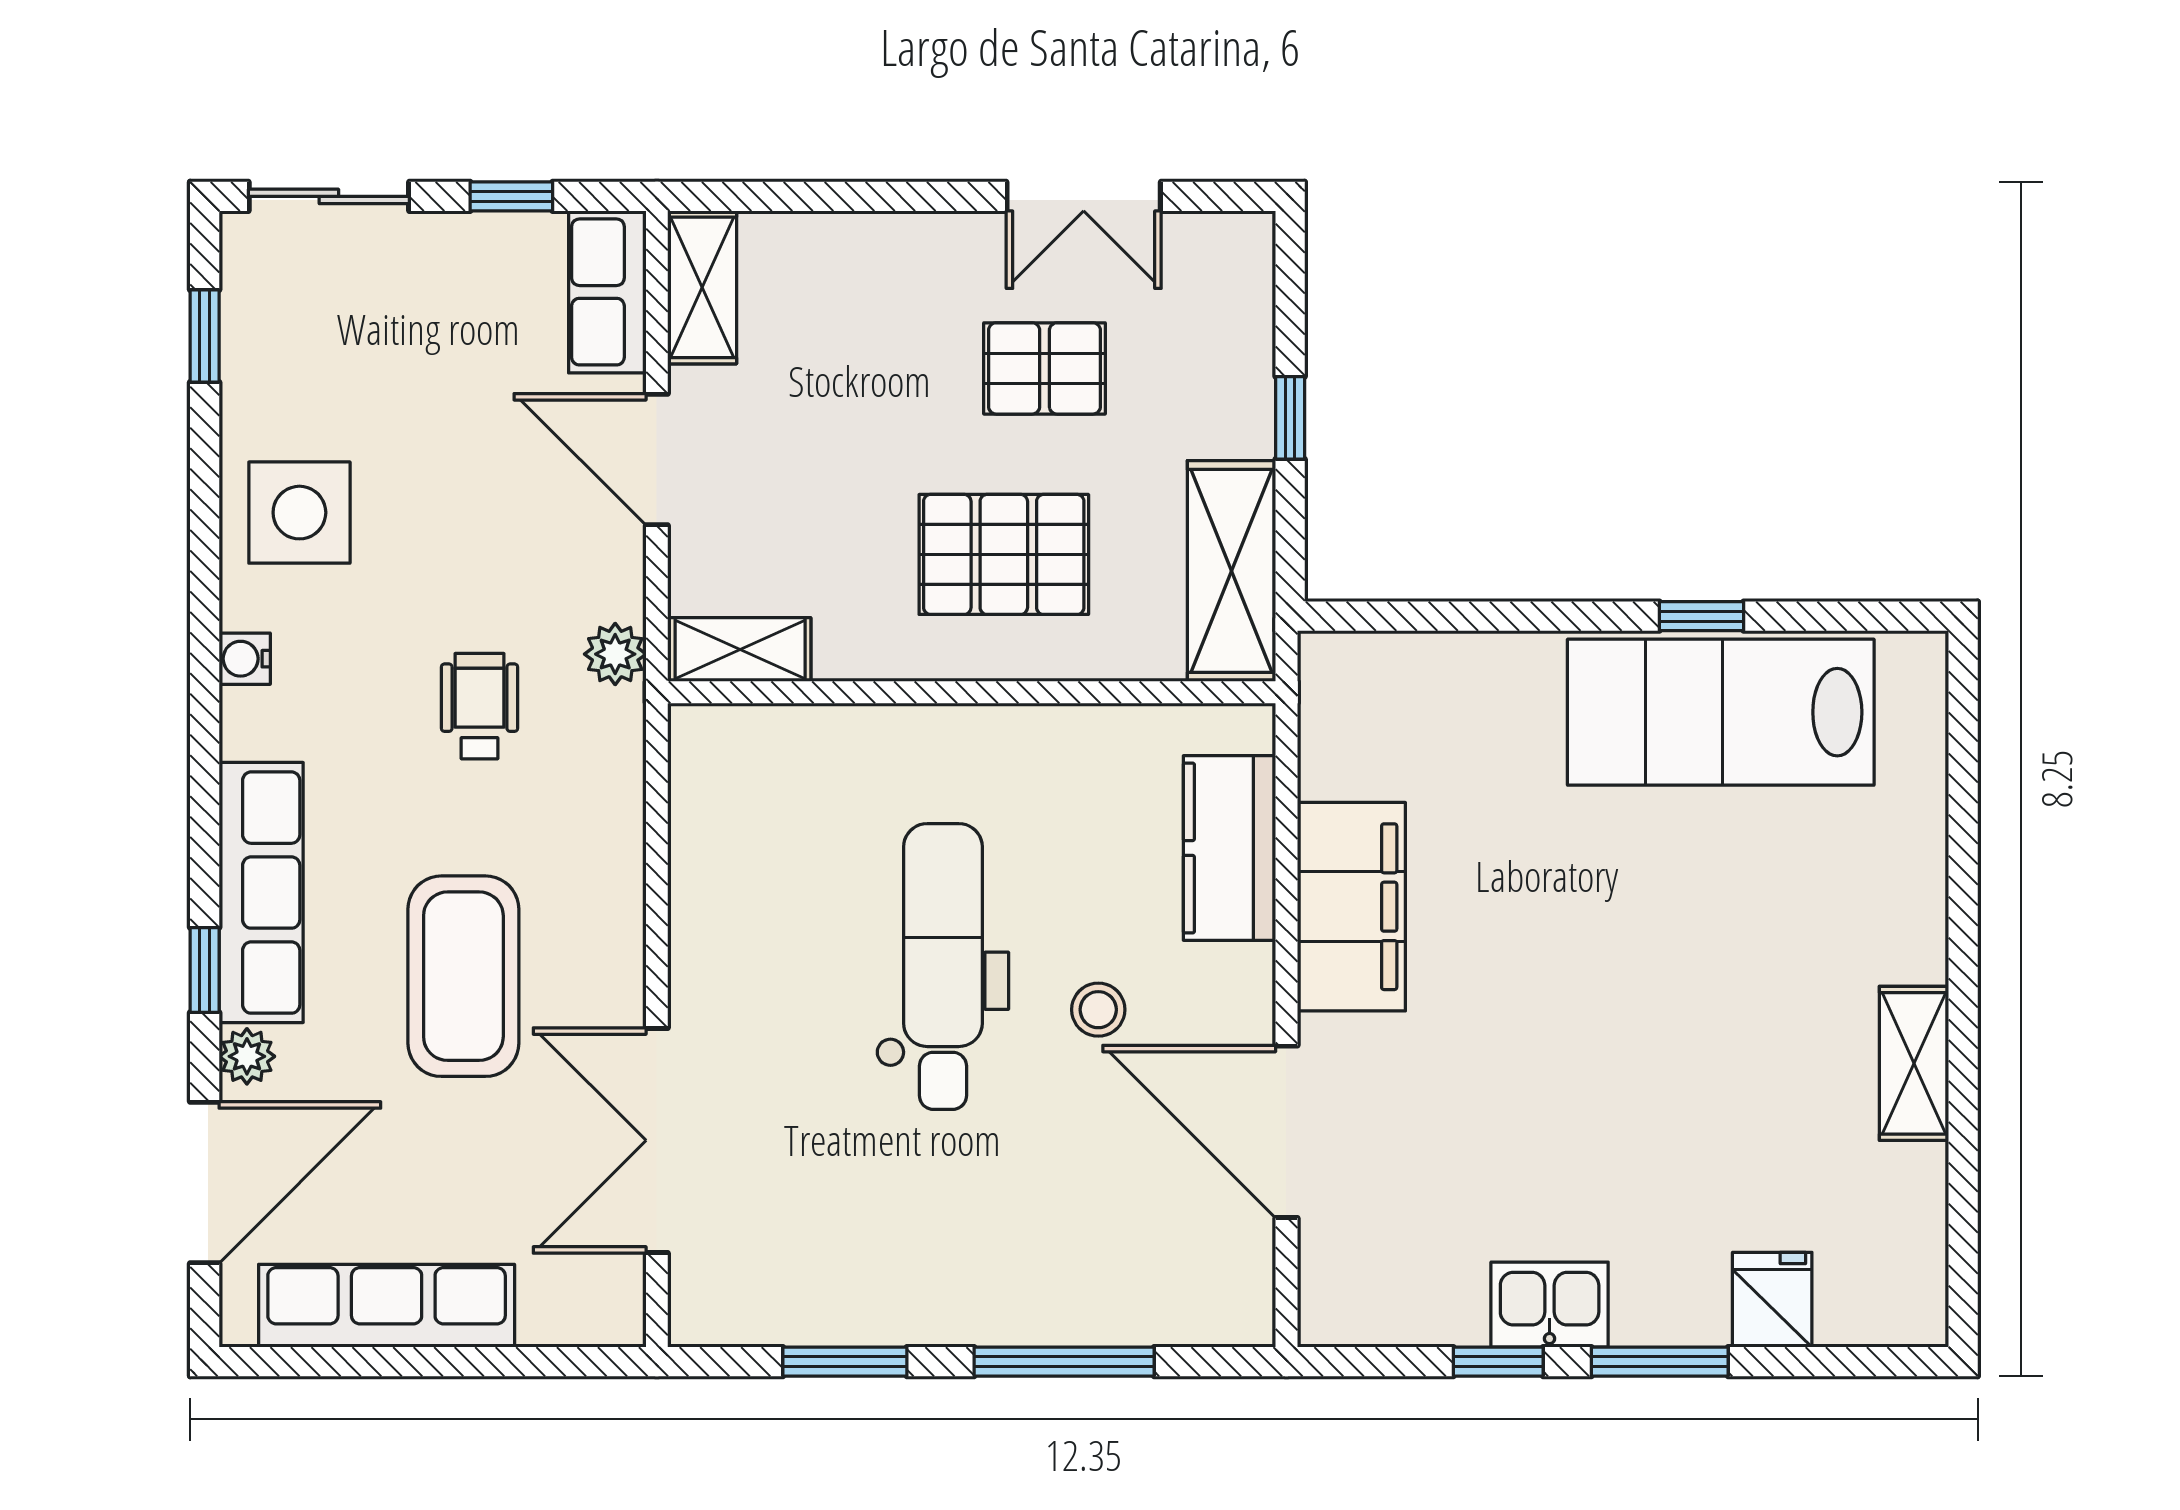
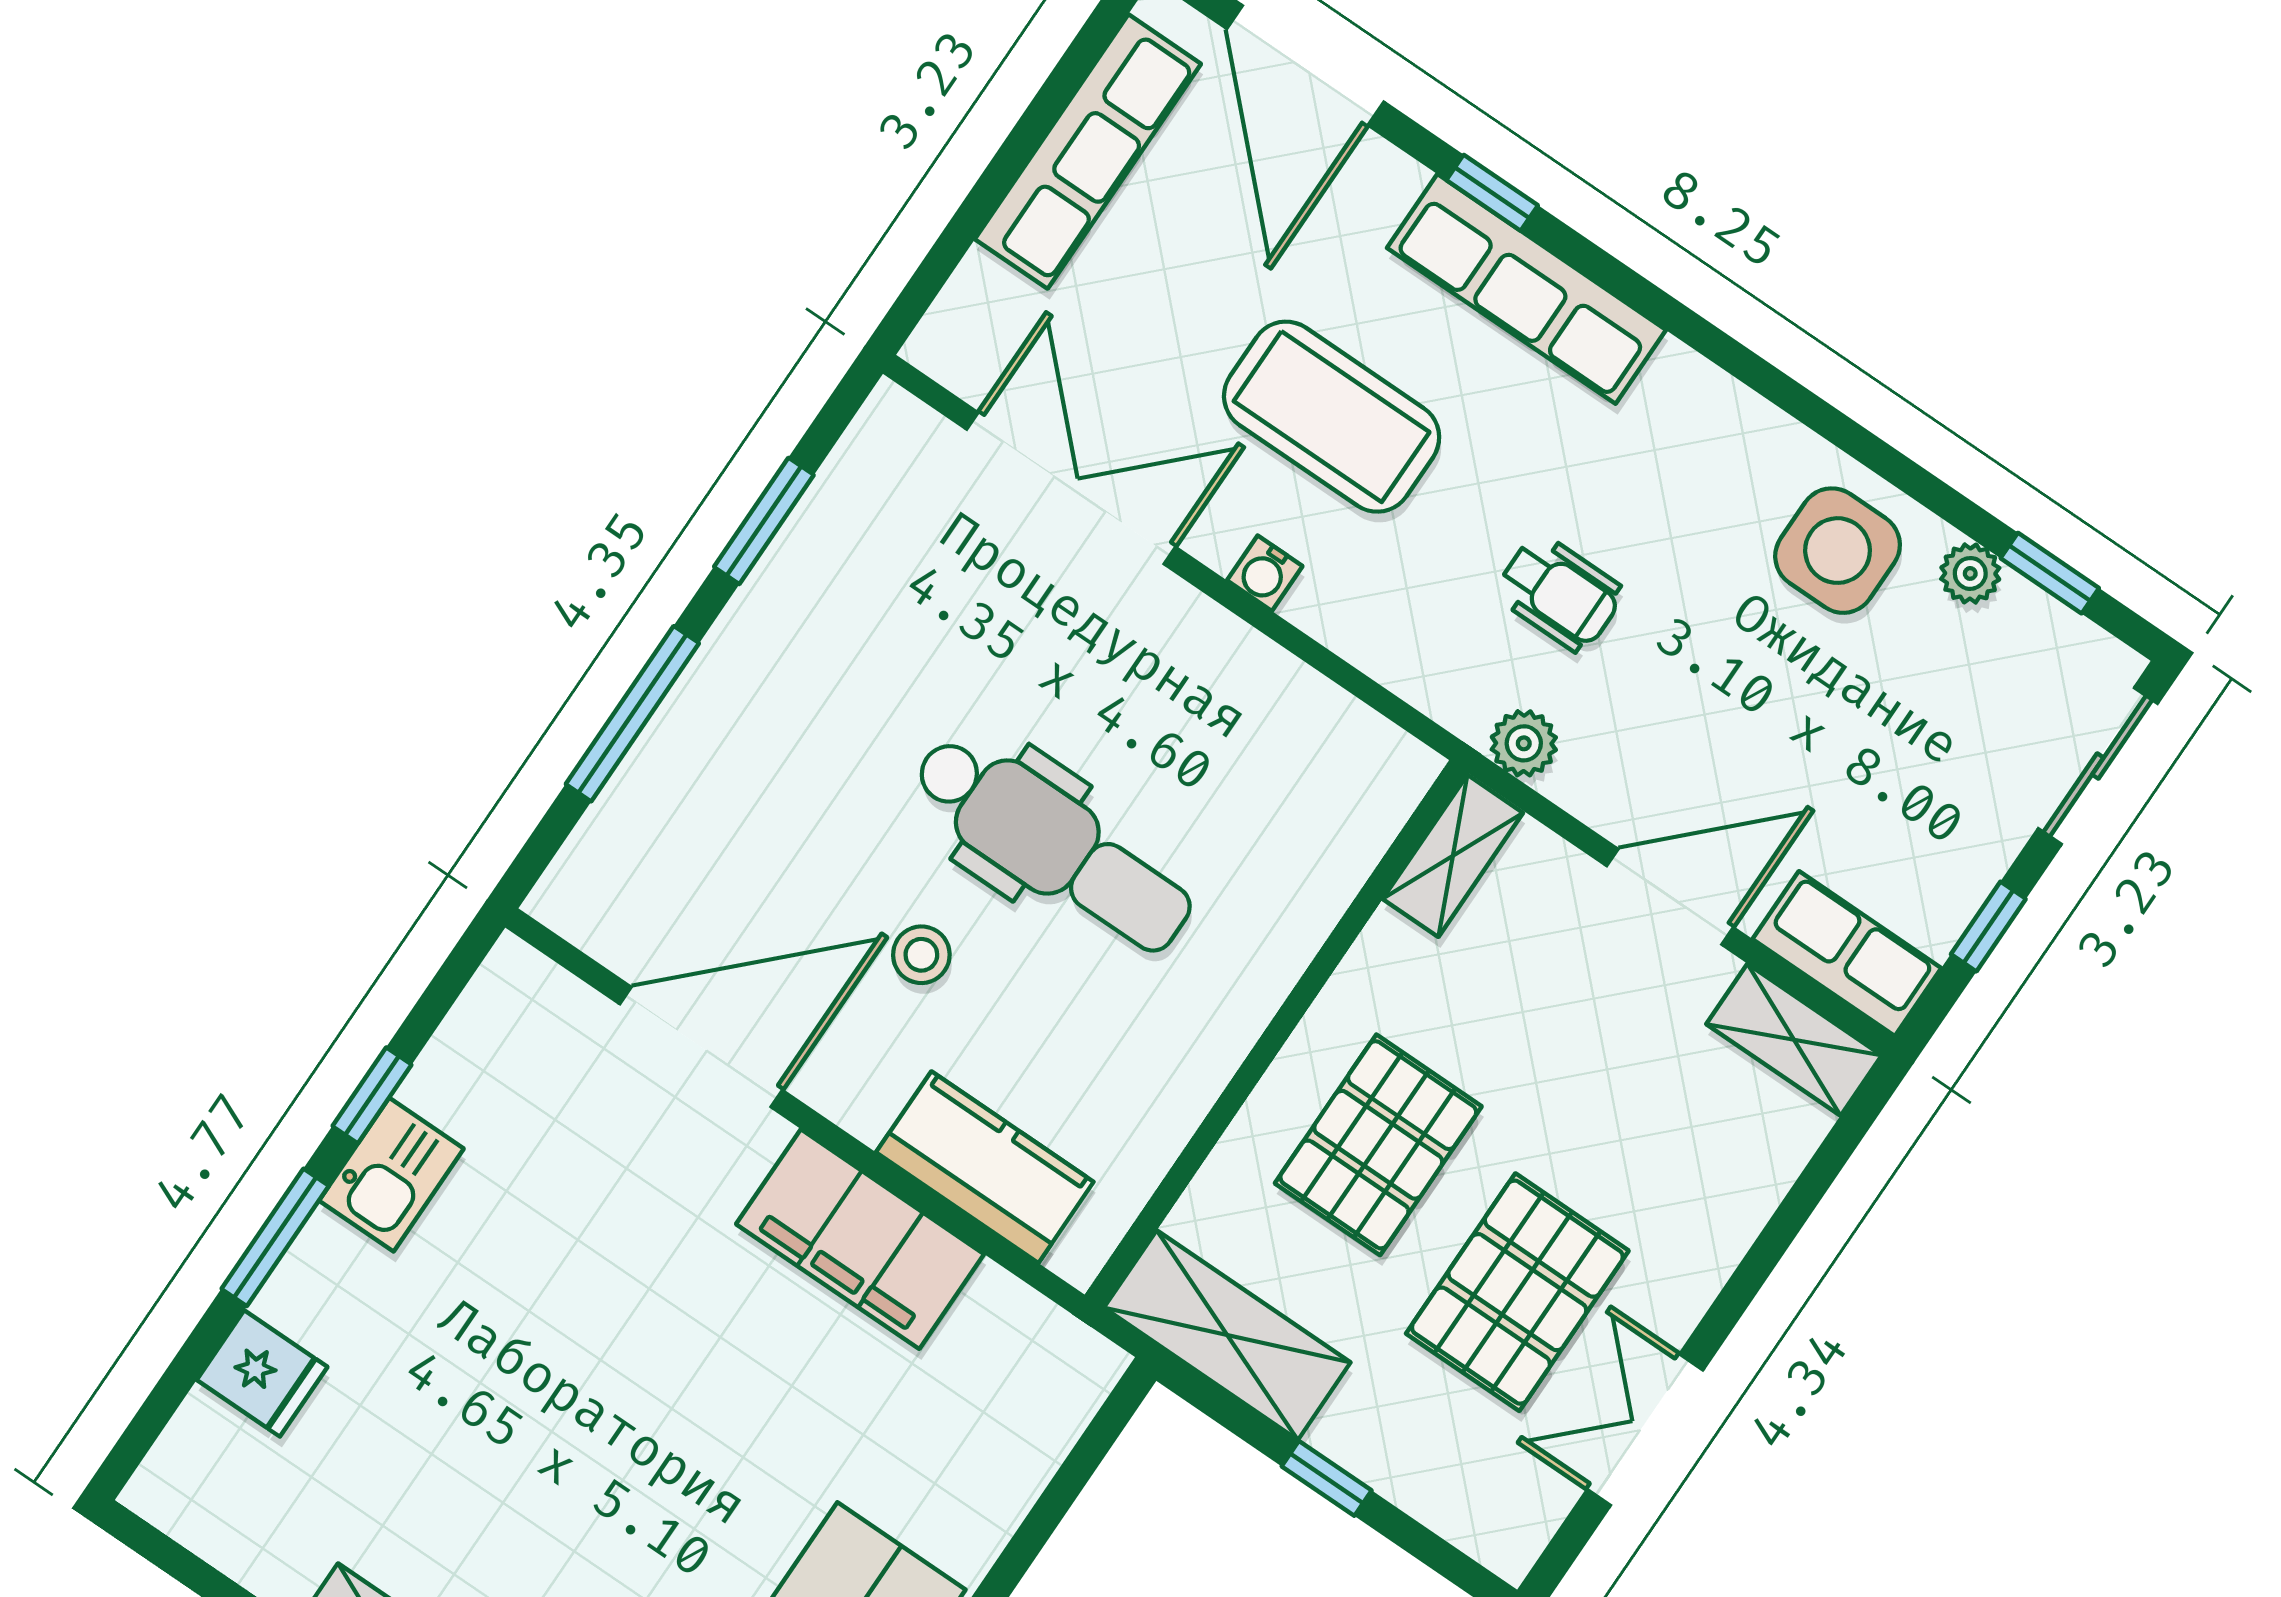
pallet: (1045, 368) -> (1517, 1292), width x1.50, depth x1.42
water cooler: (245, 659) -> (1265, 573), moved, turned 180
plant: (247, 1056) -> (1970, 573), moved

